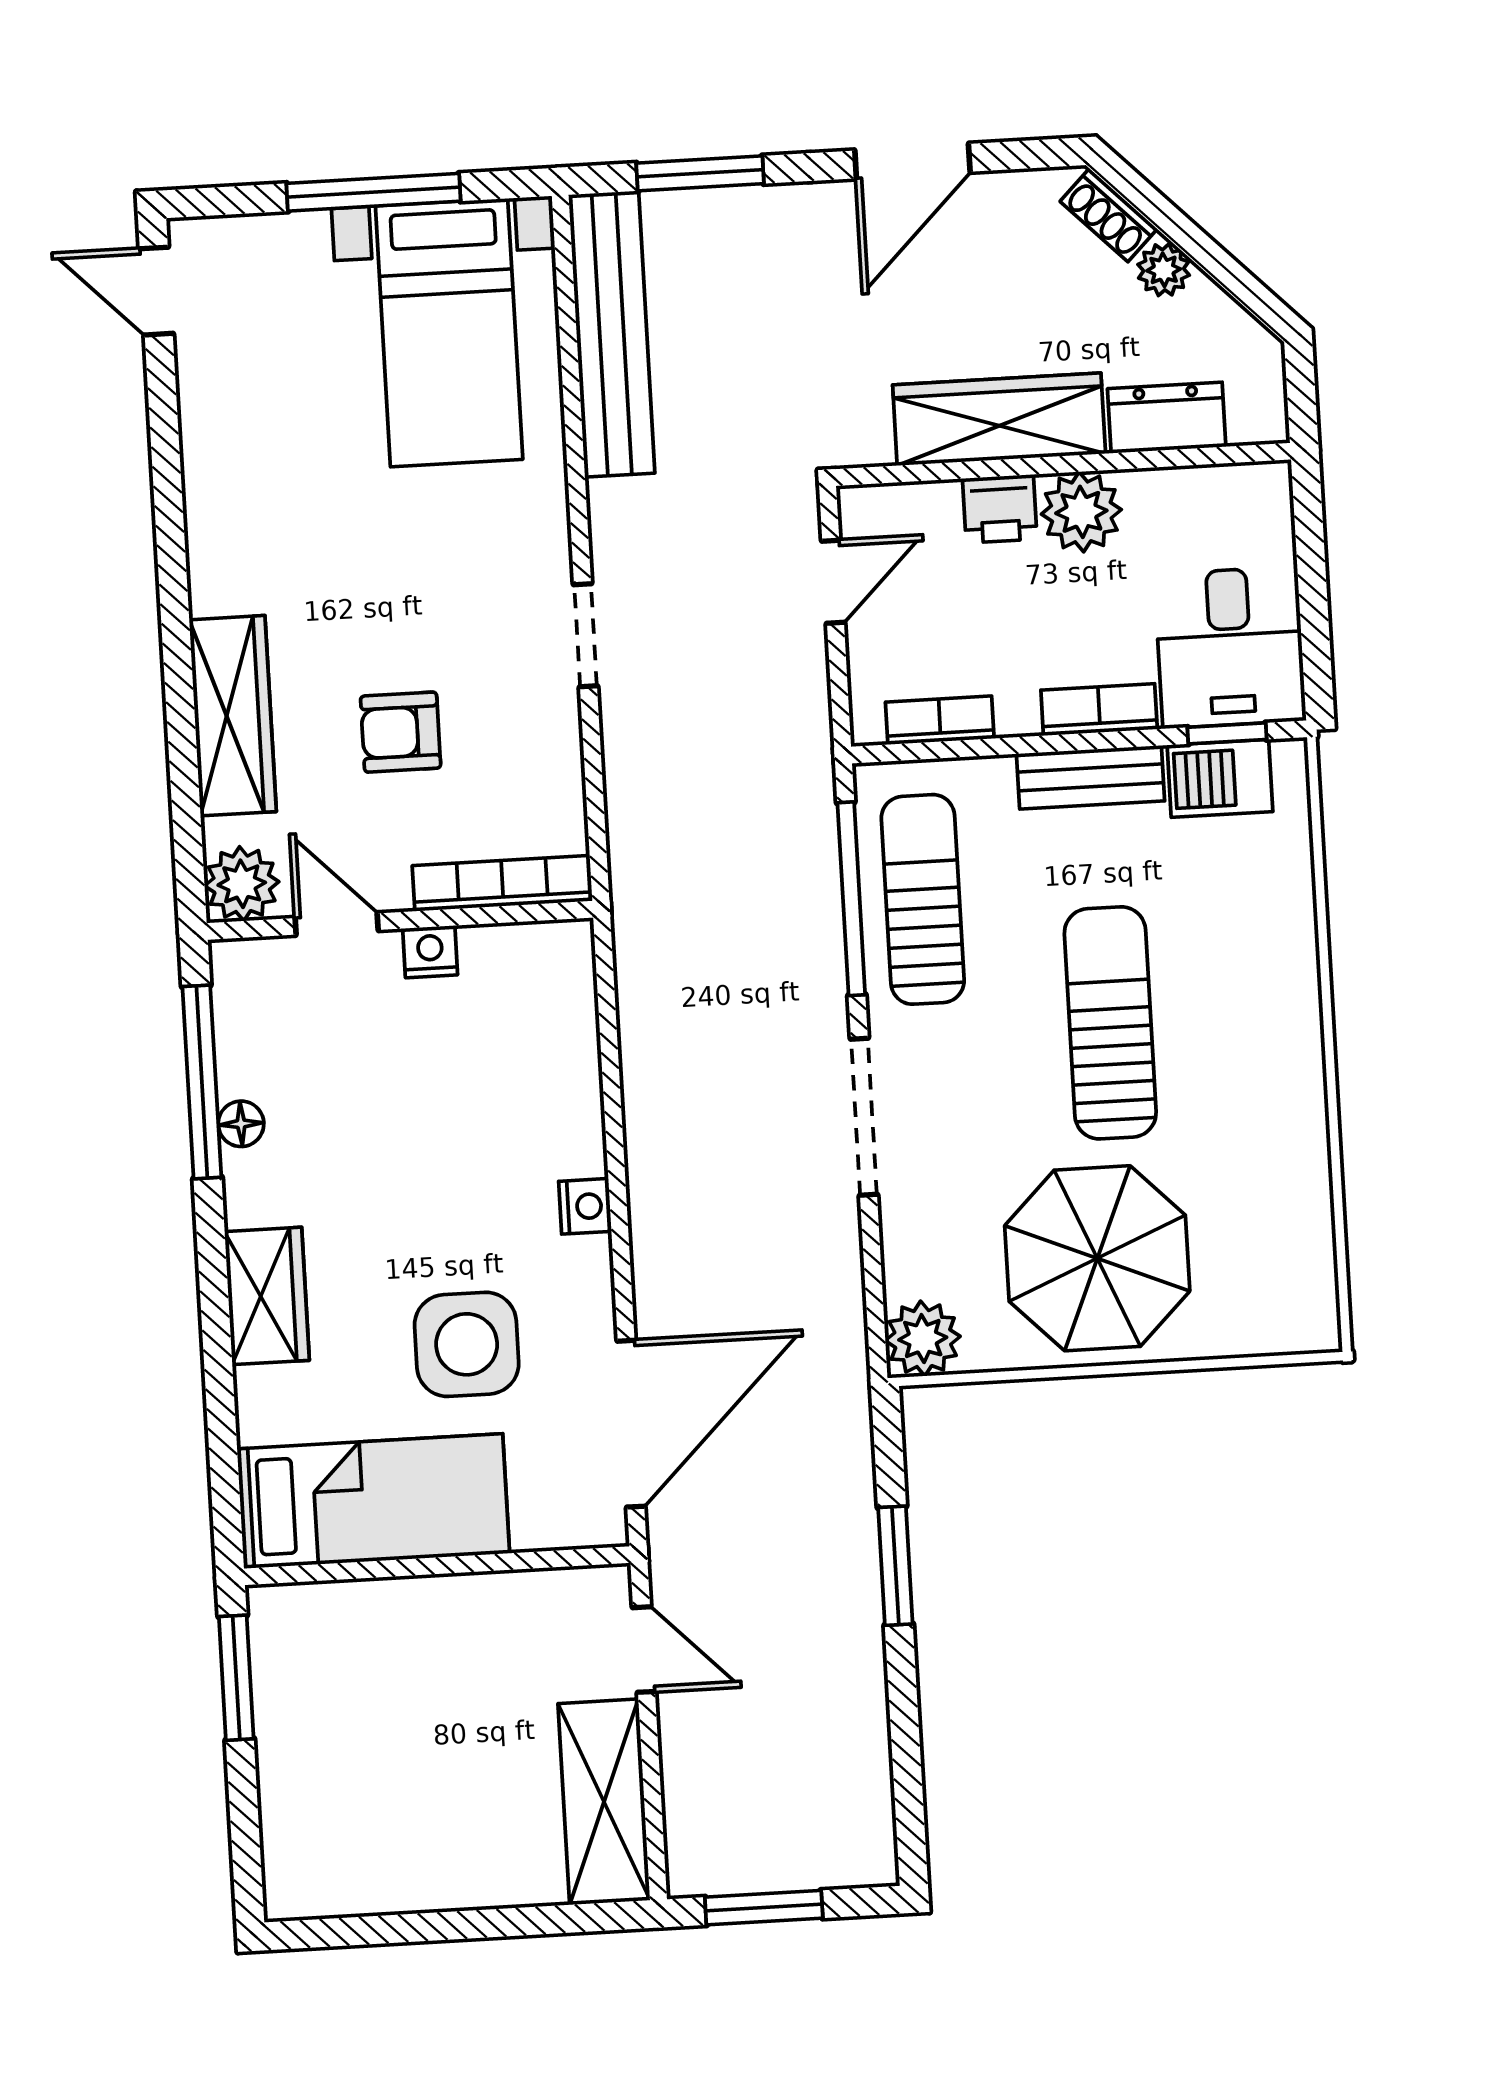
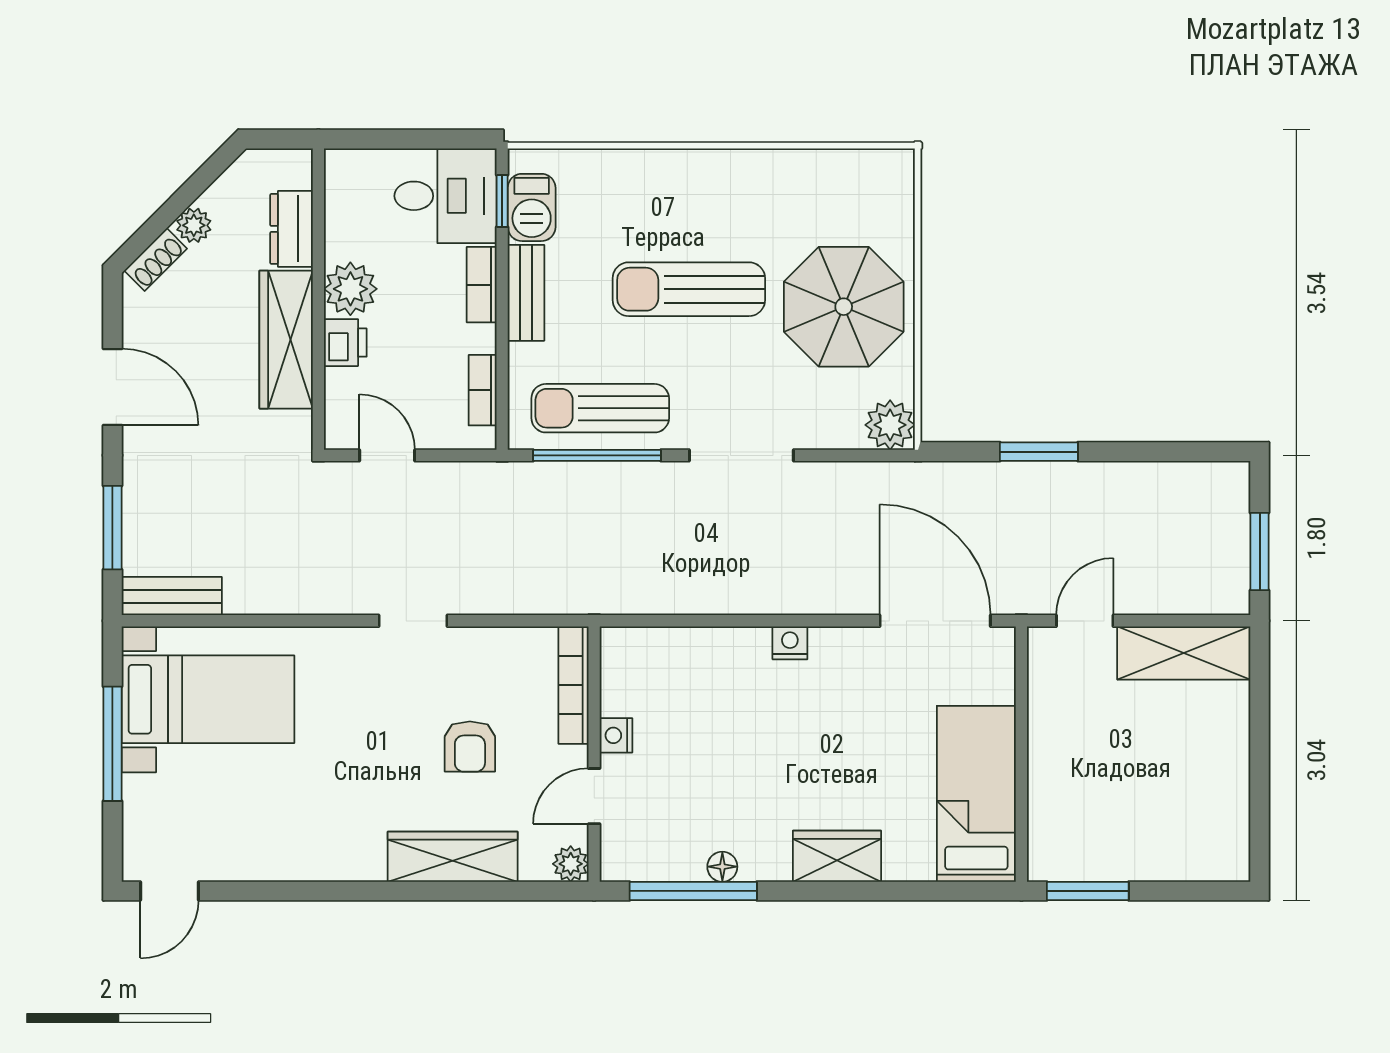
bench: (612, 334) -> (172, 596), width x0.54, depth x0.82
plant: (242, 884) -> (571, 864), width x0.73, depth x0.73
side table: (467, 1344) -> (876, 726), removed

